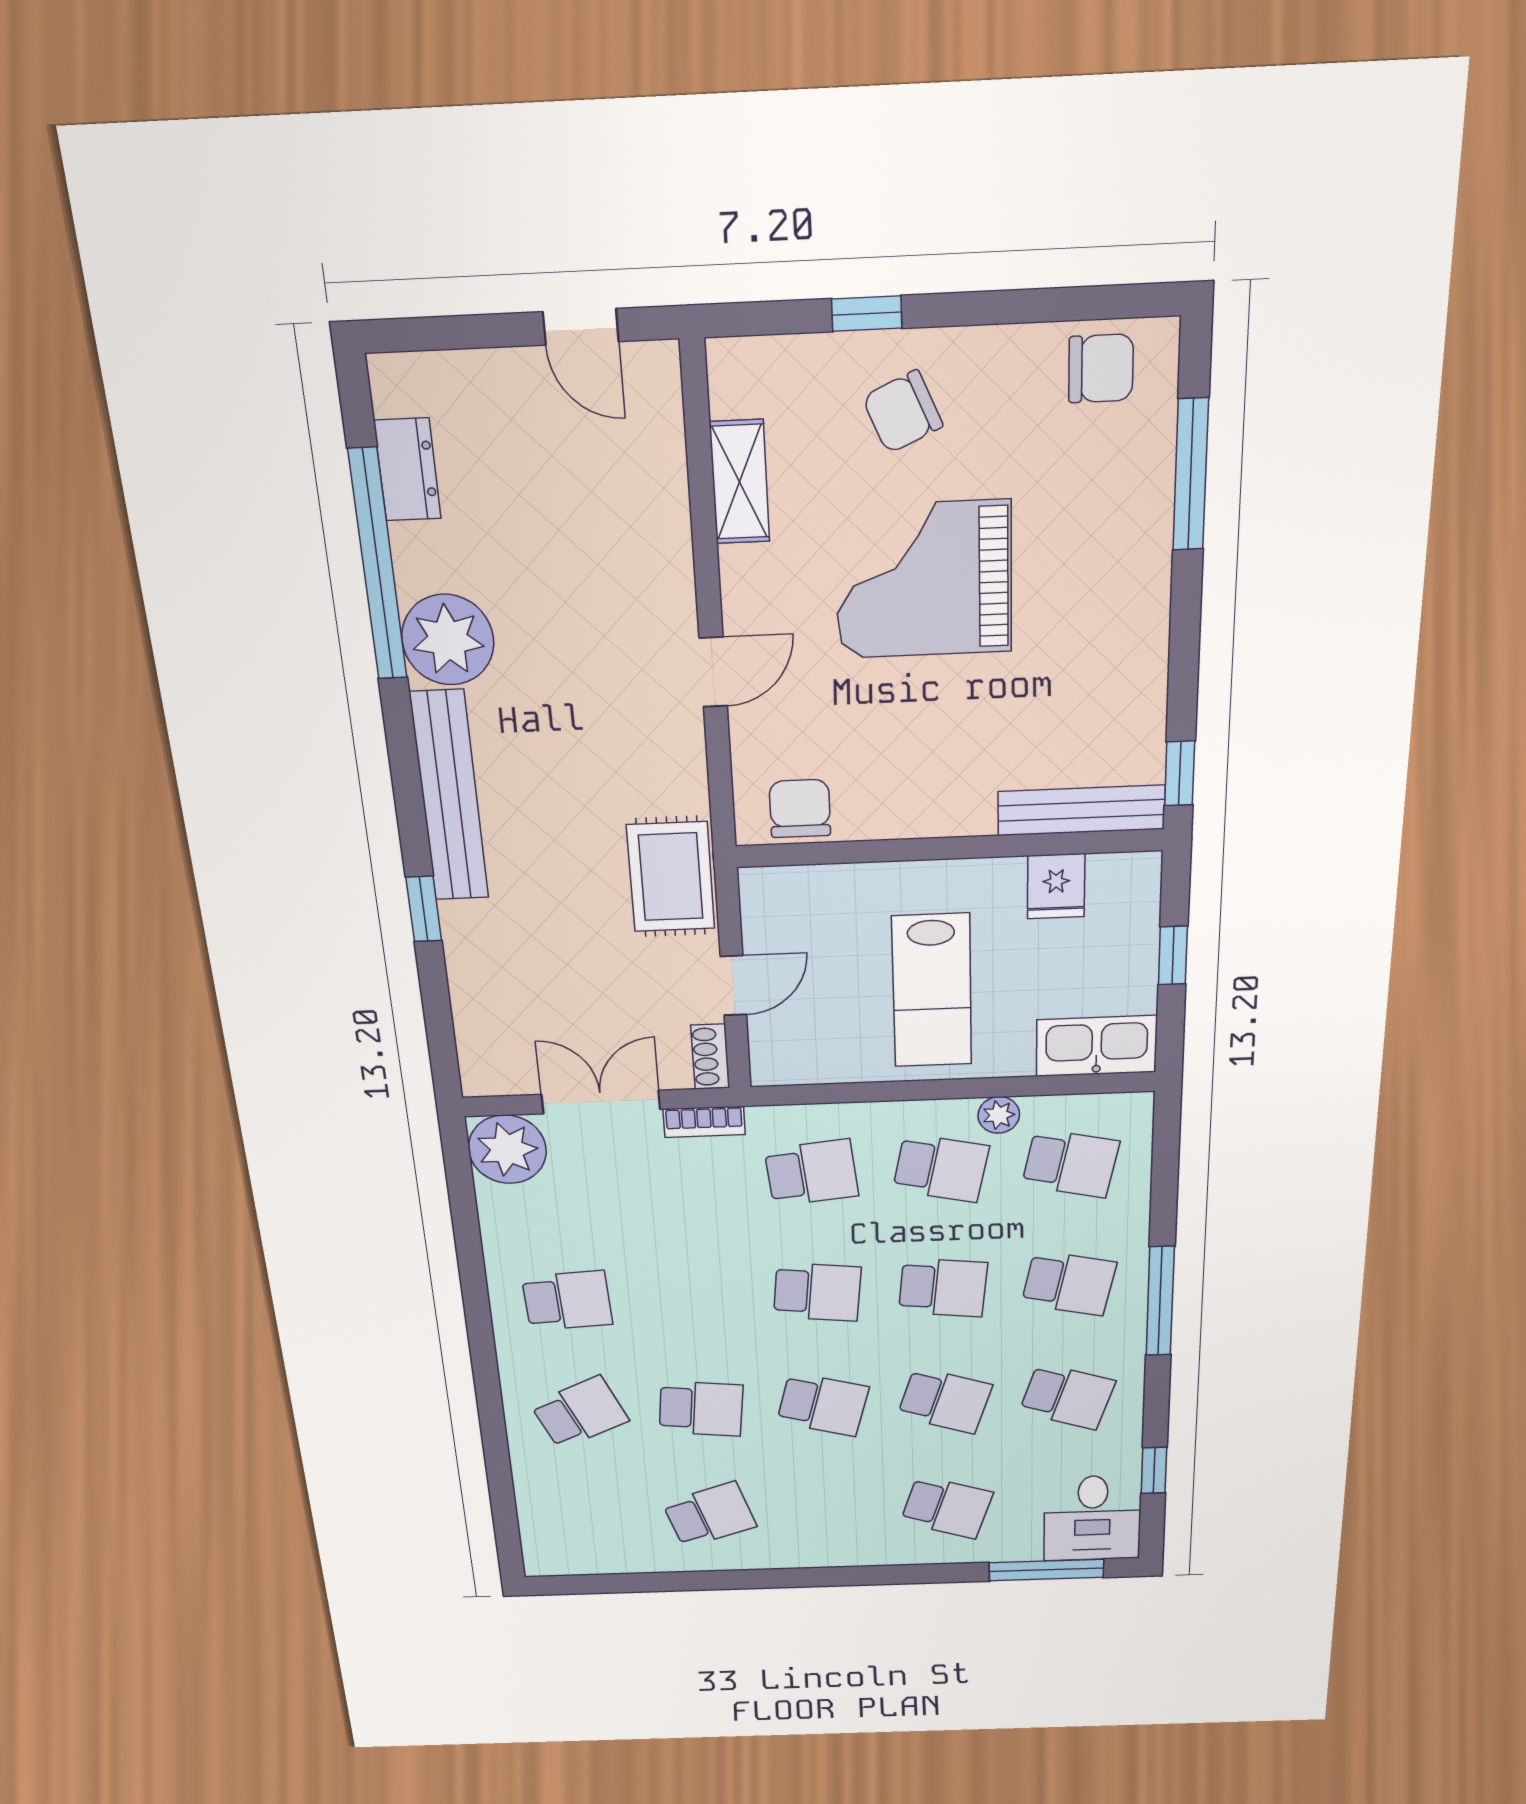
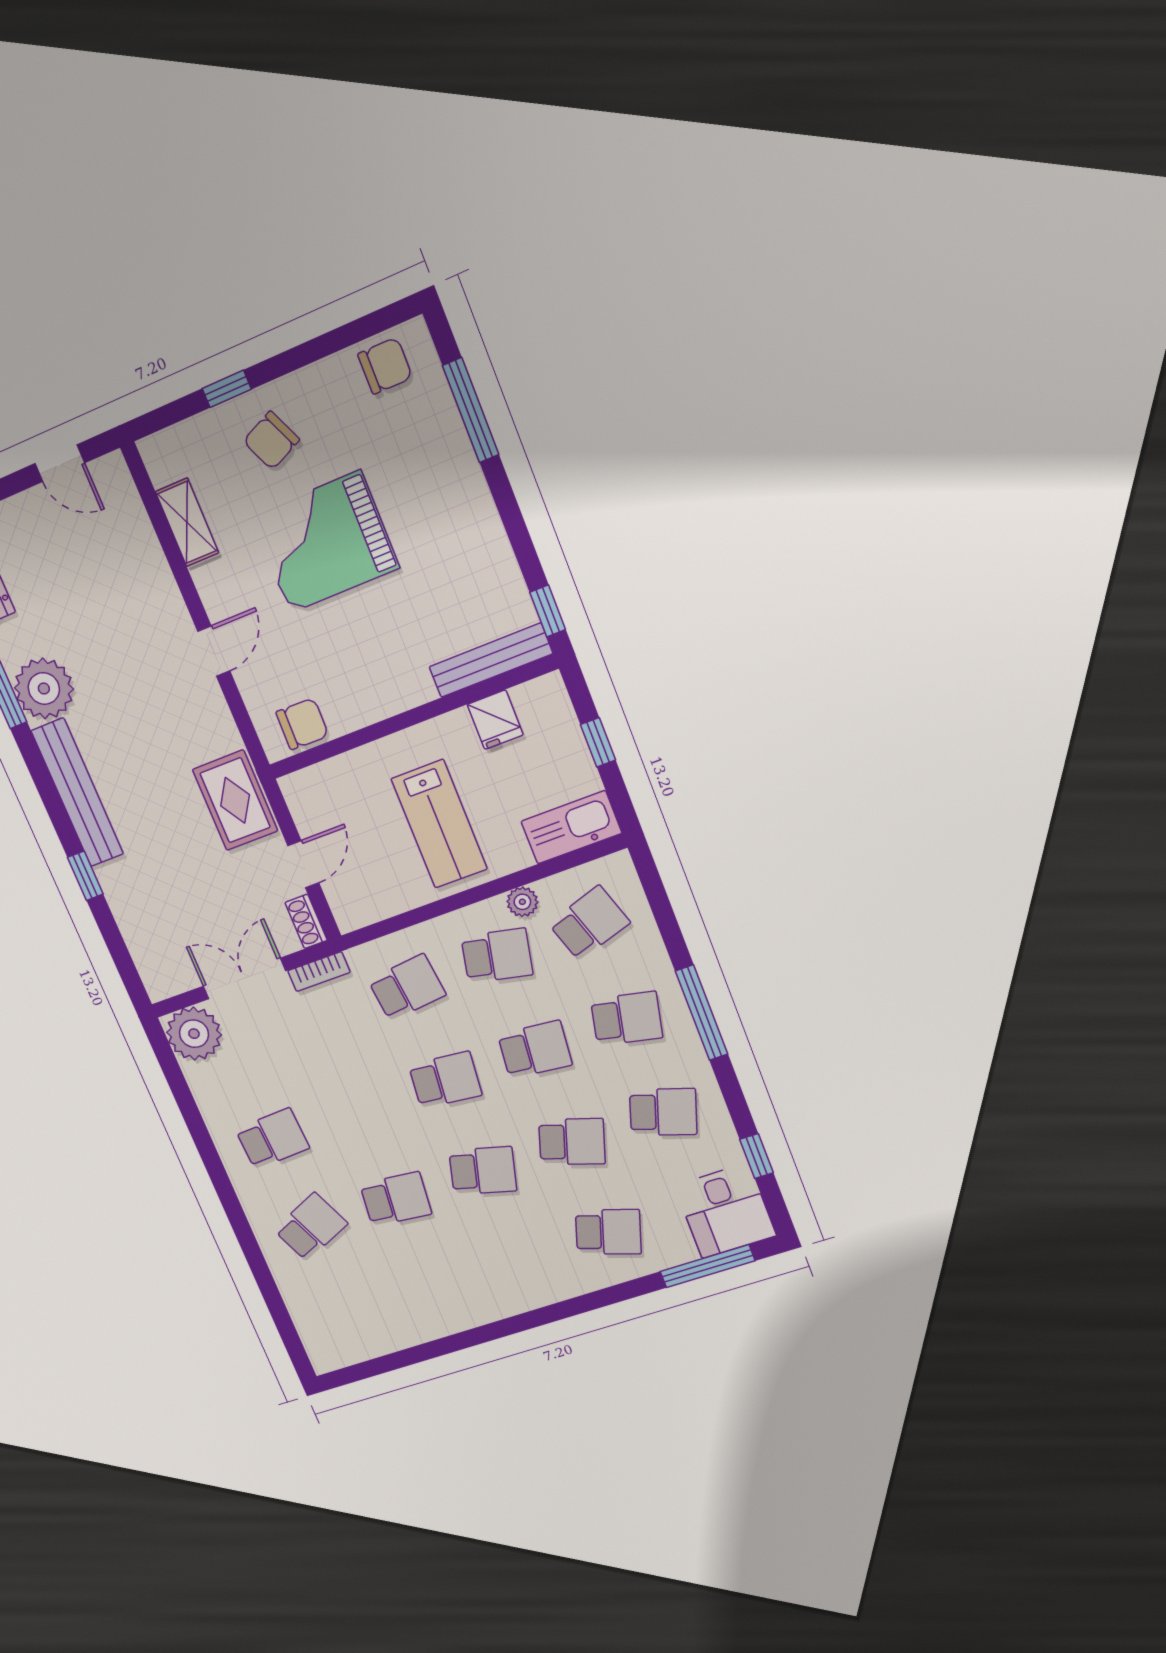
chair: (800, 809) -> (302, 724), turned 91
school desk: (1071, 1163) -> (589, 923), turned -30
school desk: (709, 1515) -> (433, 1287), removed

